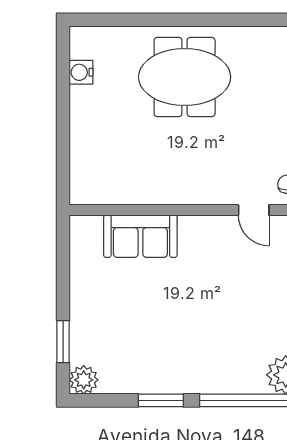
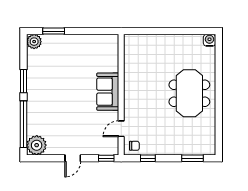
water cooler: (81, 72) -> (210, 40), moved
sofa: (140, 236) -> (108, 92), moved

